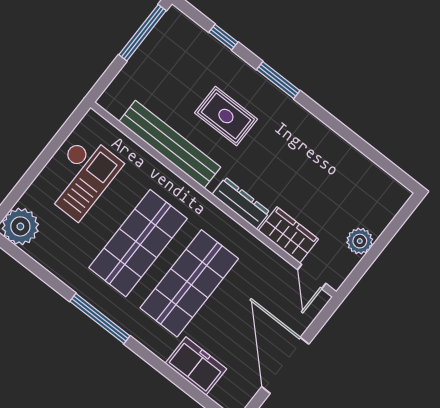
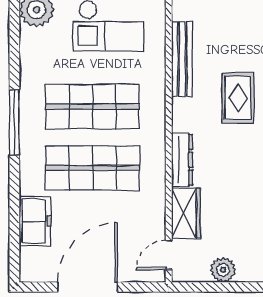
bench: (170, 144) -> (182, 59), width x0.73, depth x0.82

